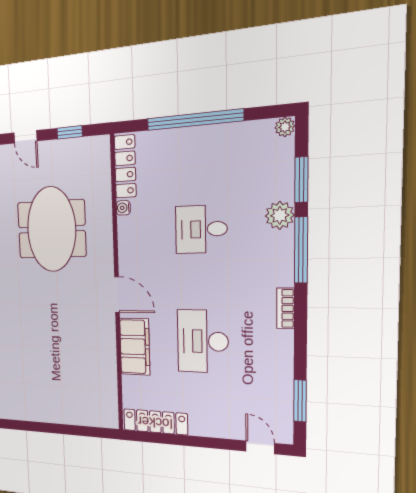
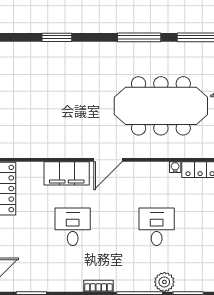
meeting table: (51, 229) -> (161, 106), width x1.36
desk: (203, 341) -> (73, 227), width x0.73

